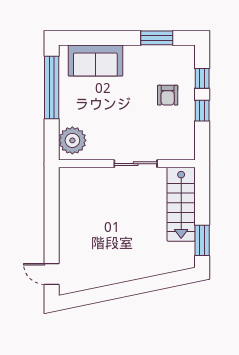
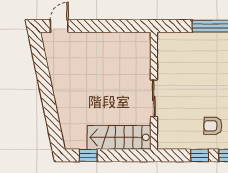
plant: (72, 140) -> (174, 44), removed
window: (202, 240) -> (88, 155), width x0.67

